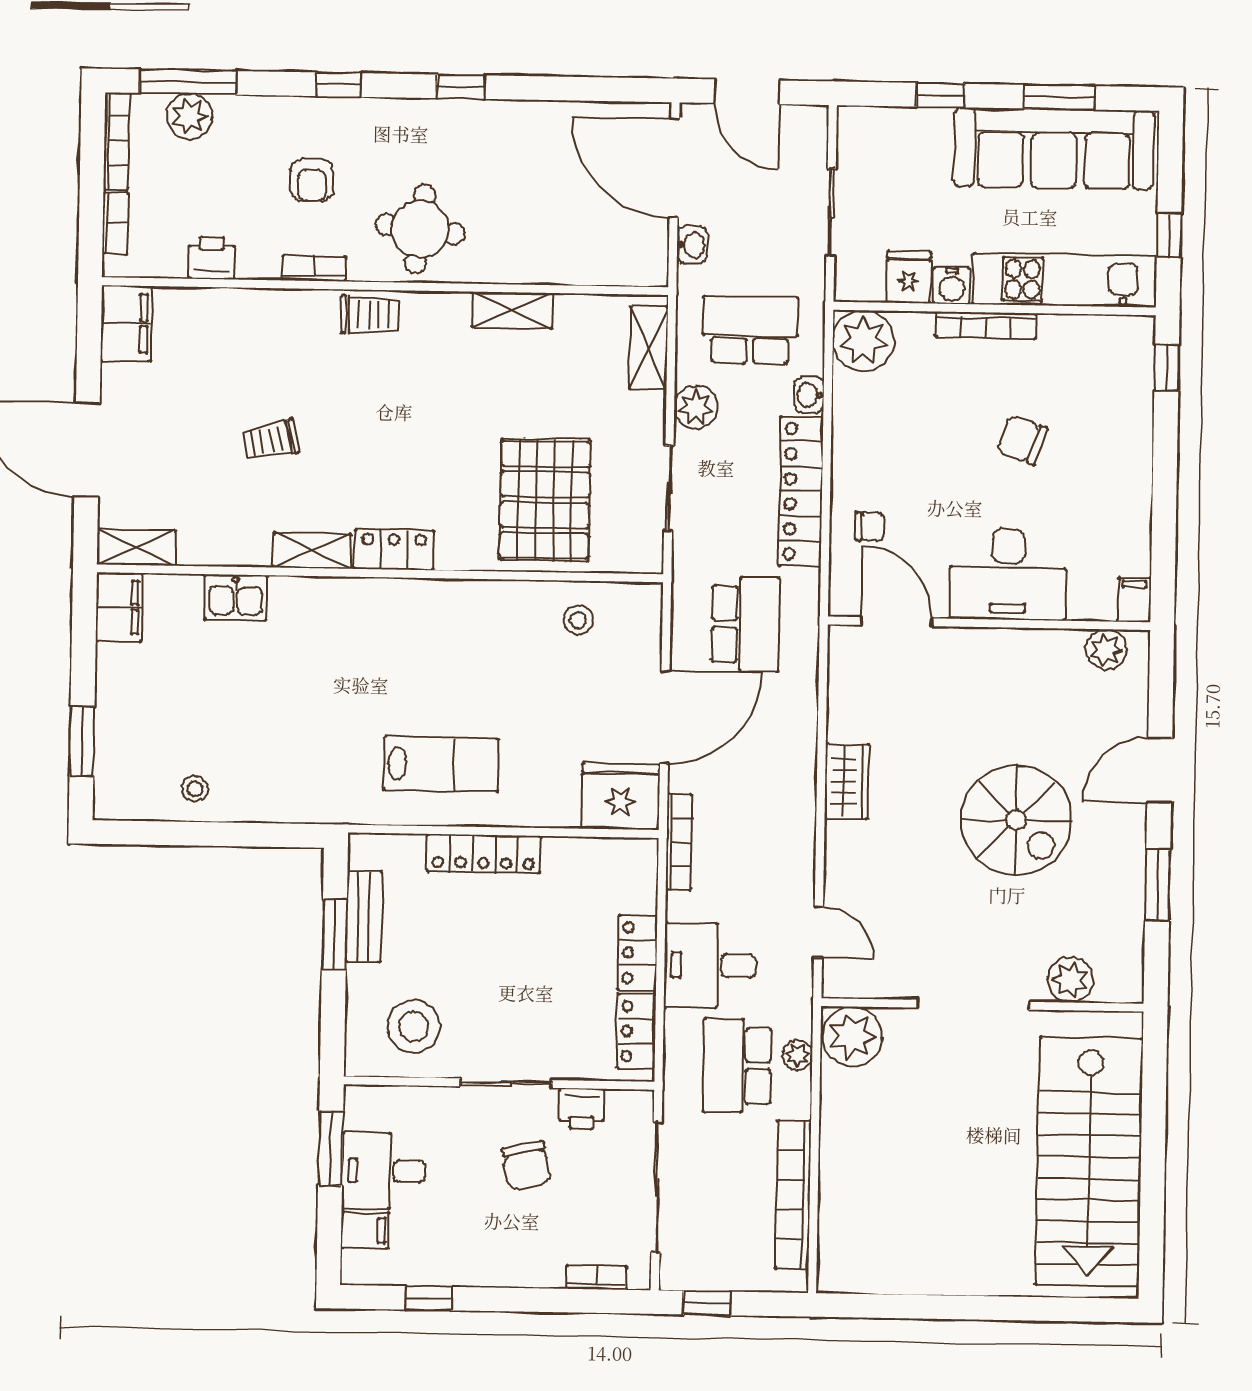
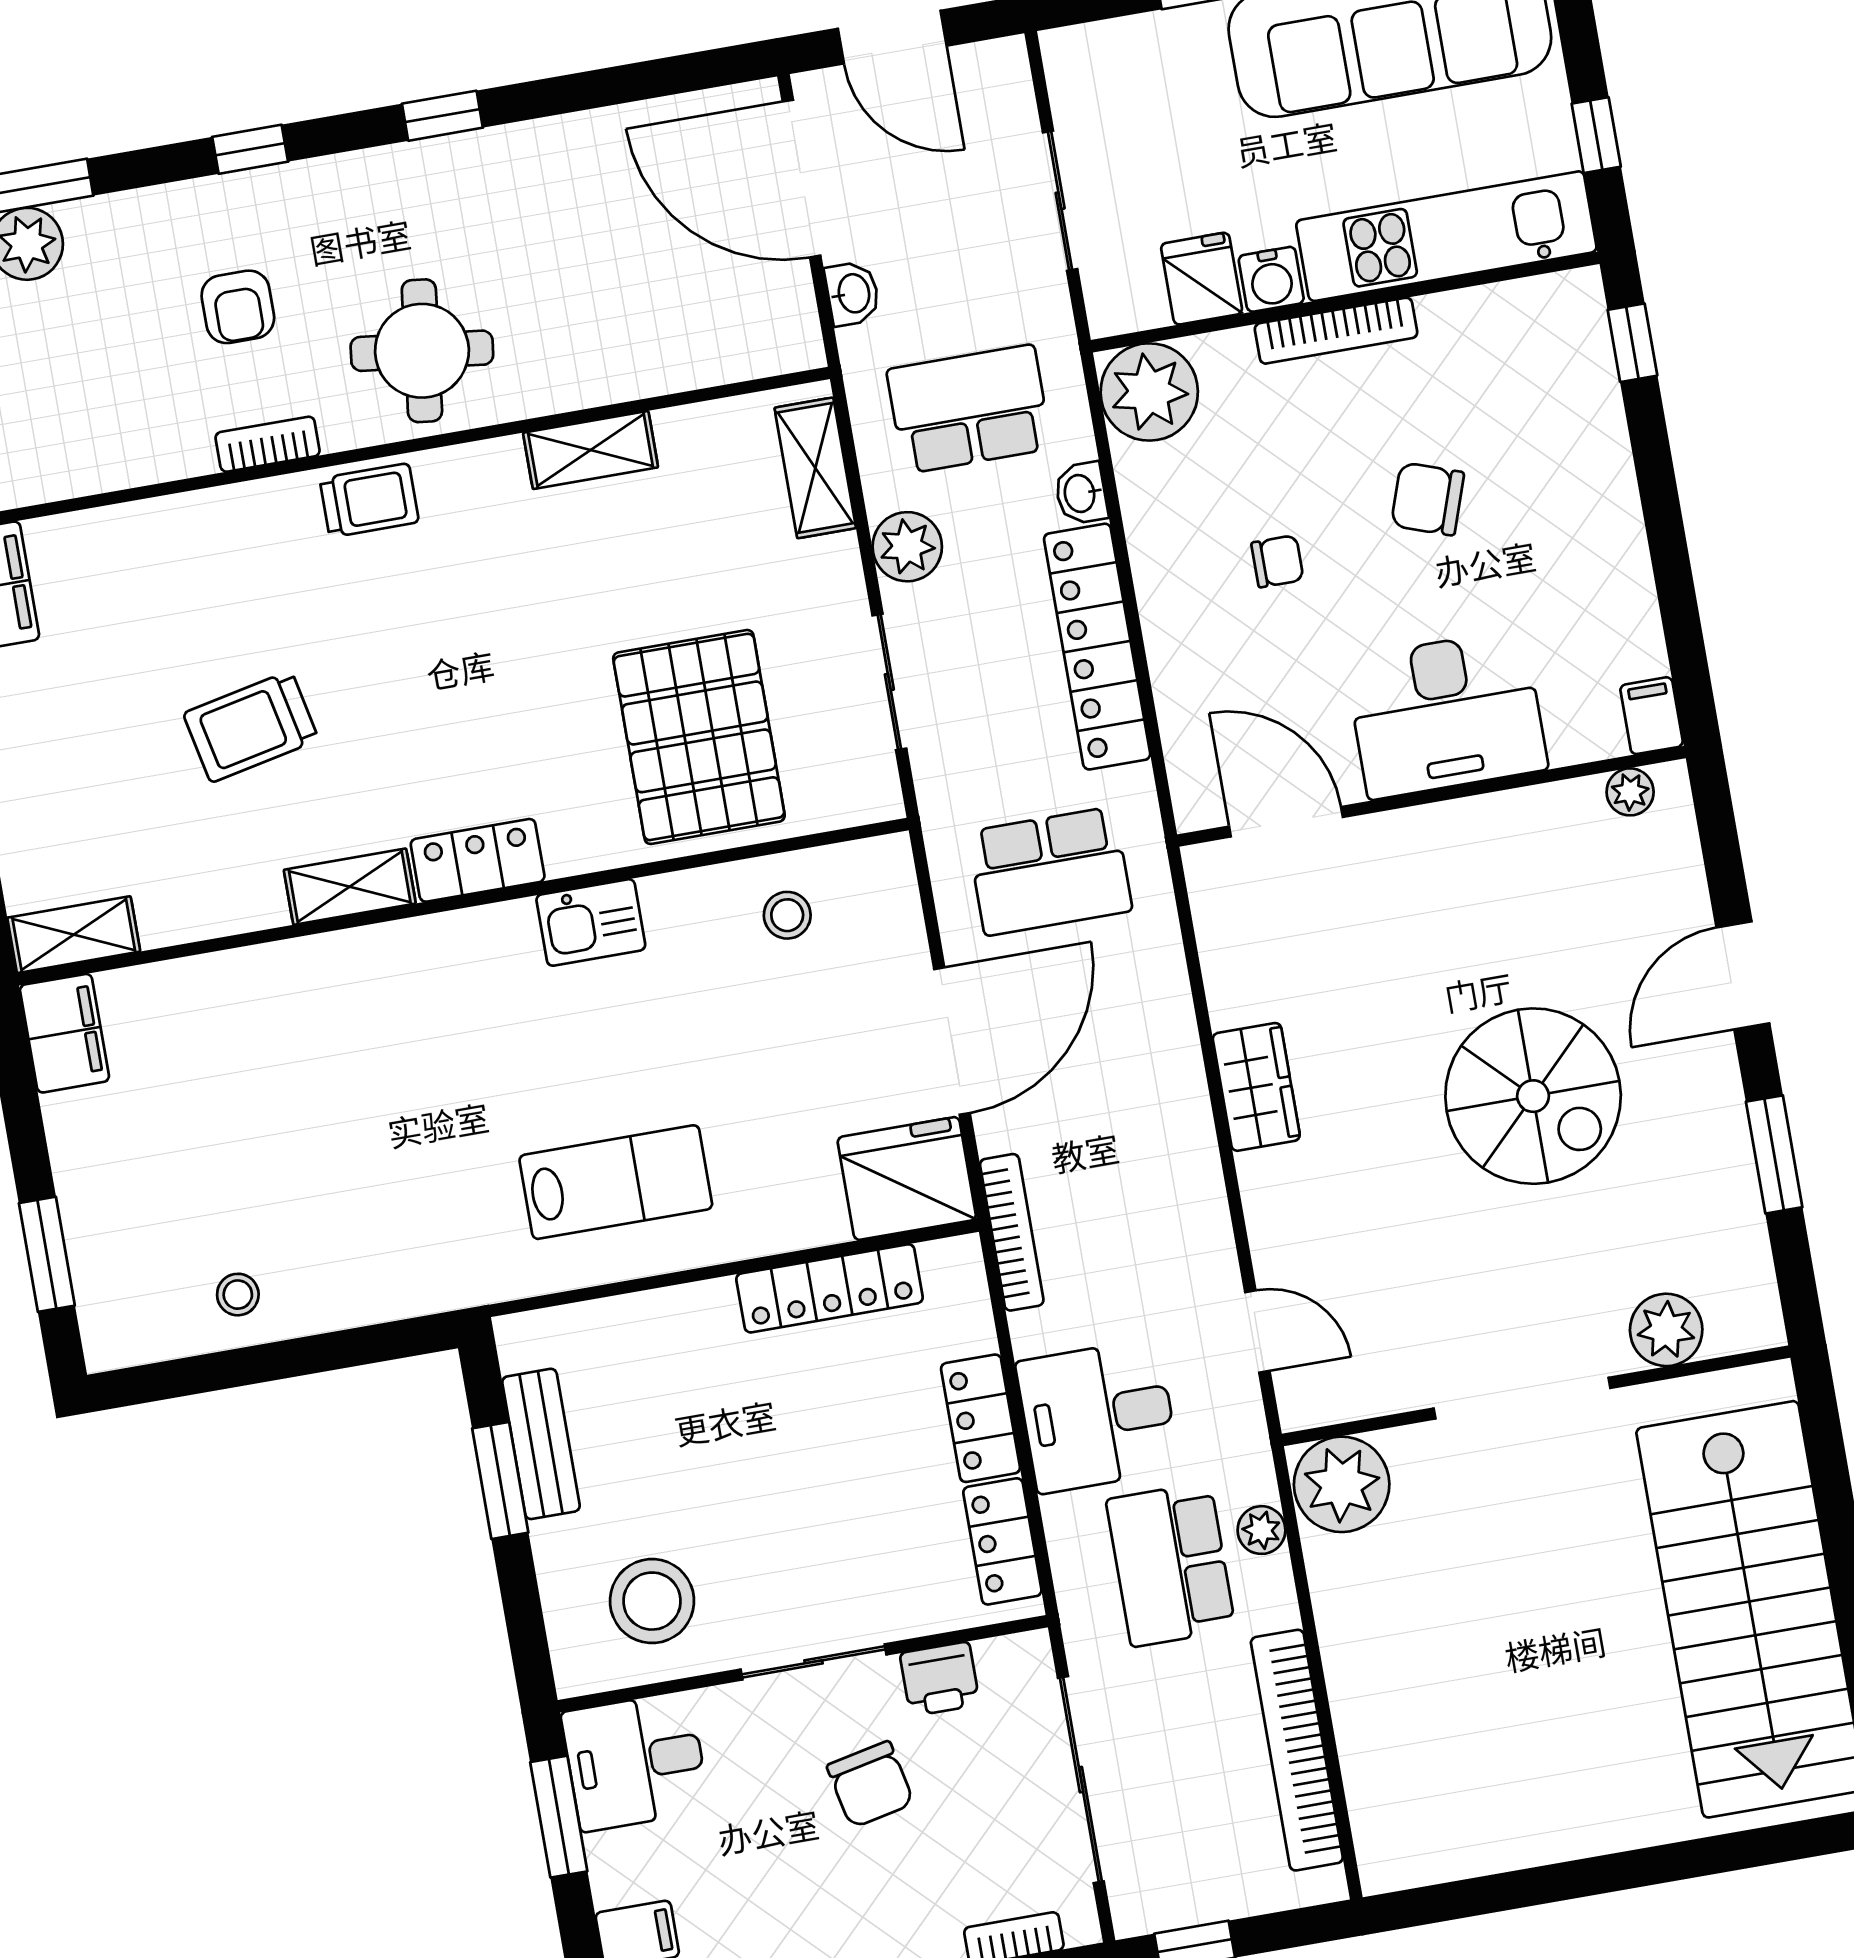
printer: (212, 258) -> (104, 459), removed
trolley: (270, 440) -> (251, 727), width x1.36, depth x1.39
chair: (870, 526) -> (1277, 561), moved
kitchen sink: (236, 597) -> (591, 922), moved
school desk: (745, 624) -> (1050, 871), turned 90
plant: (1106, 650) -> (1630, 792), width x0.73, depth x0.73
locker: (484, 854) -> (829, 1288), moved
desk: (383, 1171) -> (635, 1762), moved

